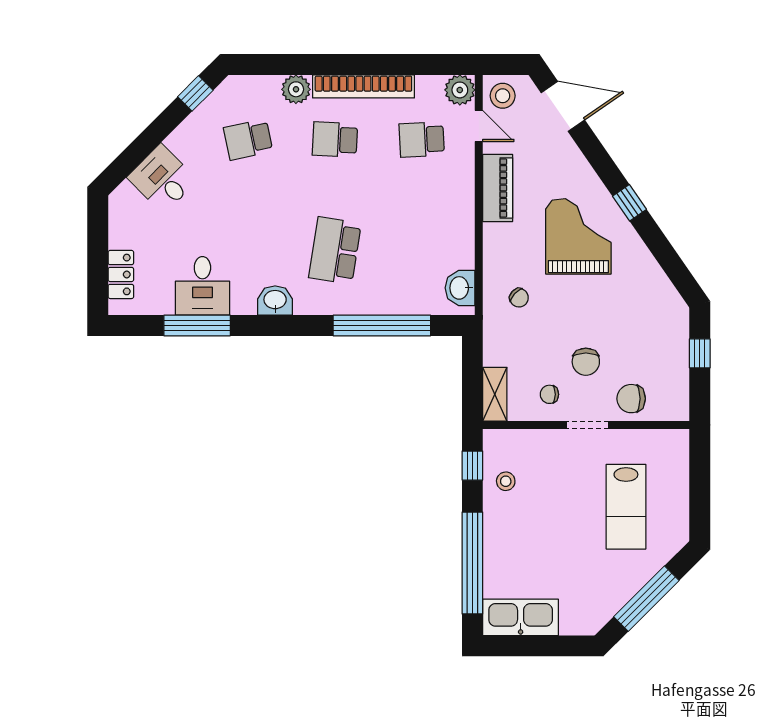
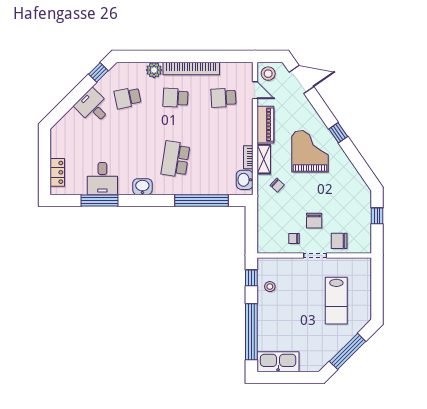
plant: (460, 90) -> (244, 70), removed
desk: (162, 179) -> (93, 107), moved
bookcase: (467, 247) -> (248, 157), added
shelving: (495, 394) -> (264, 159), moved

